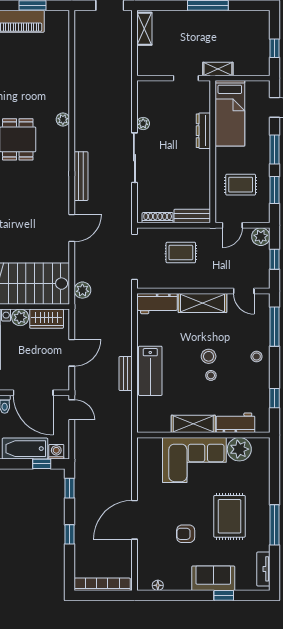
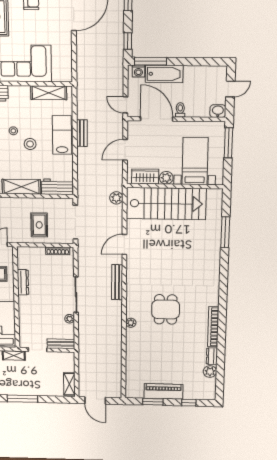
dresser: (203, 131) -> (23, 282), moved
bench: (192, 216) -> (61, 344), moved
rug: (181, 253) -> (39, 225), turned 90
stool: (209, 356) -> (30, 144), moved
shelving: (193, 424) -> (49, 93), moved
window: (42, 464) -> (150, 61), width x2.17

